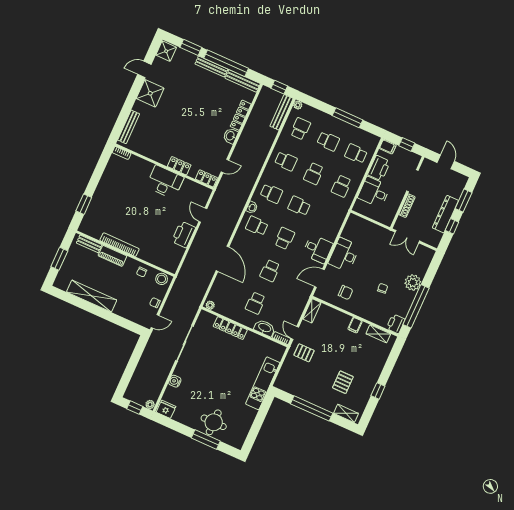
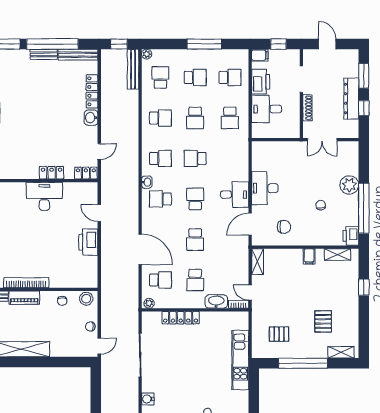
bench: (211, 66) -> (44, 54), width x0.73
school desk: (356, 154) -> (230, 77), turned 180
school desk: (228, 291) -> (160, 280), added
pallet: (304, 353) -> (279, 334), moved
window: (378, 391) -> (364, 287), moved

